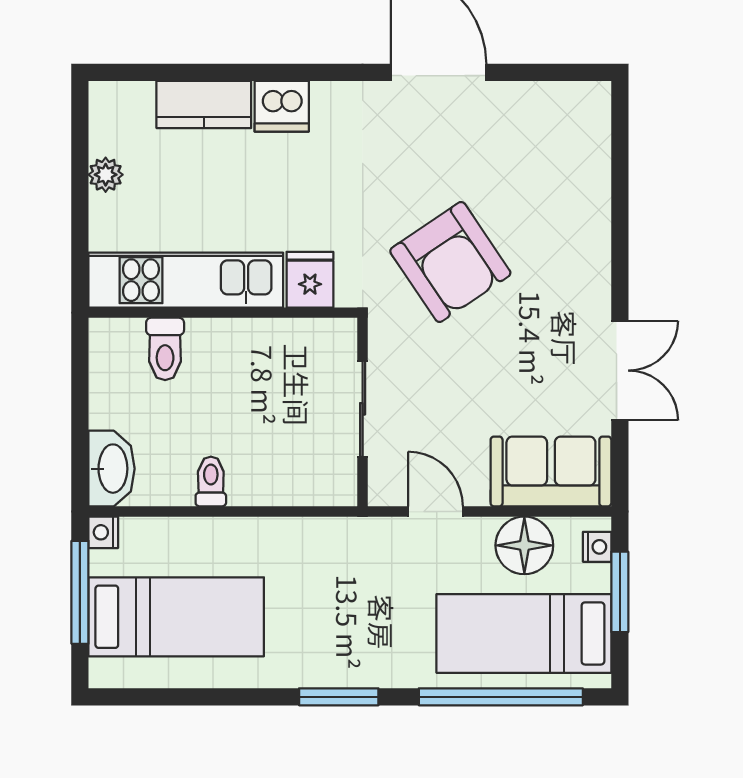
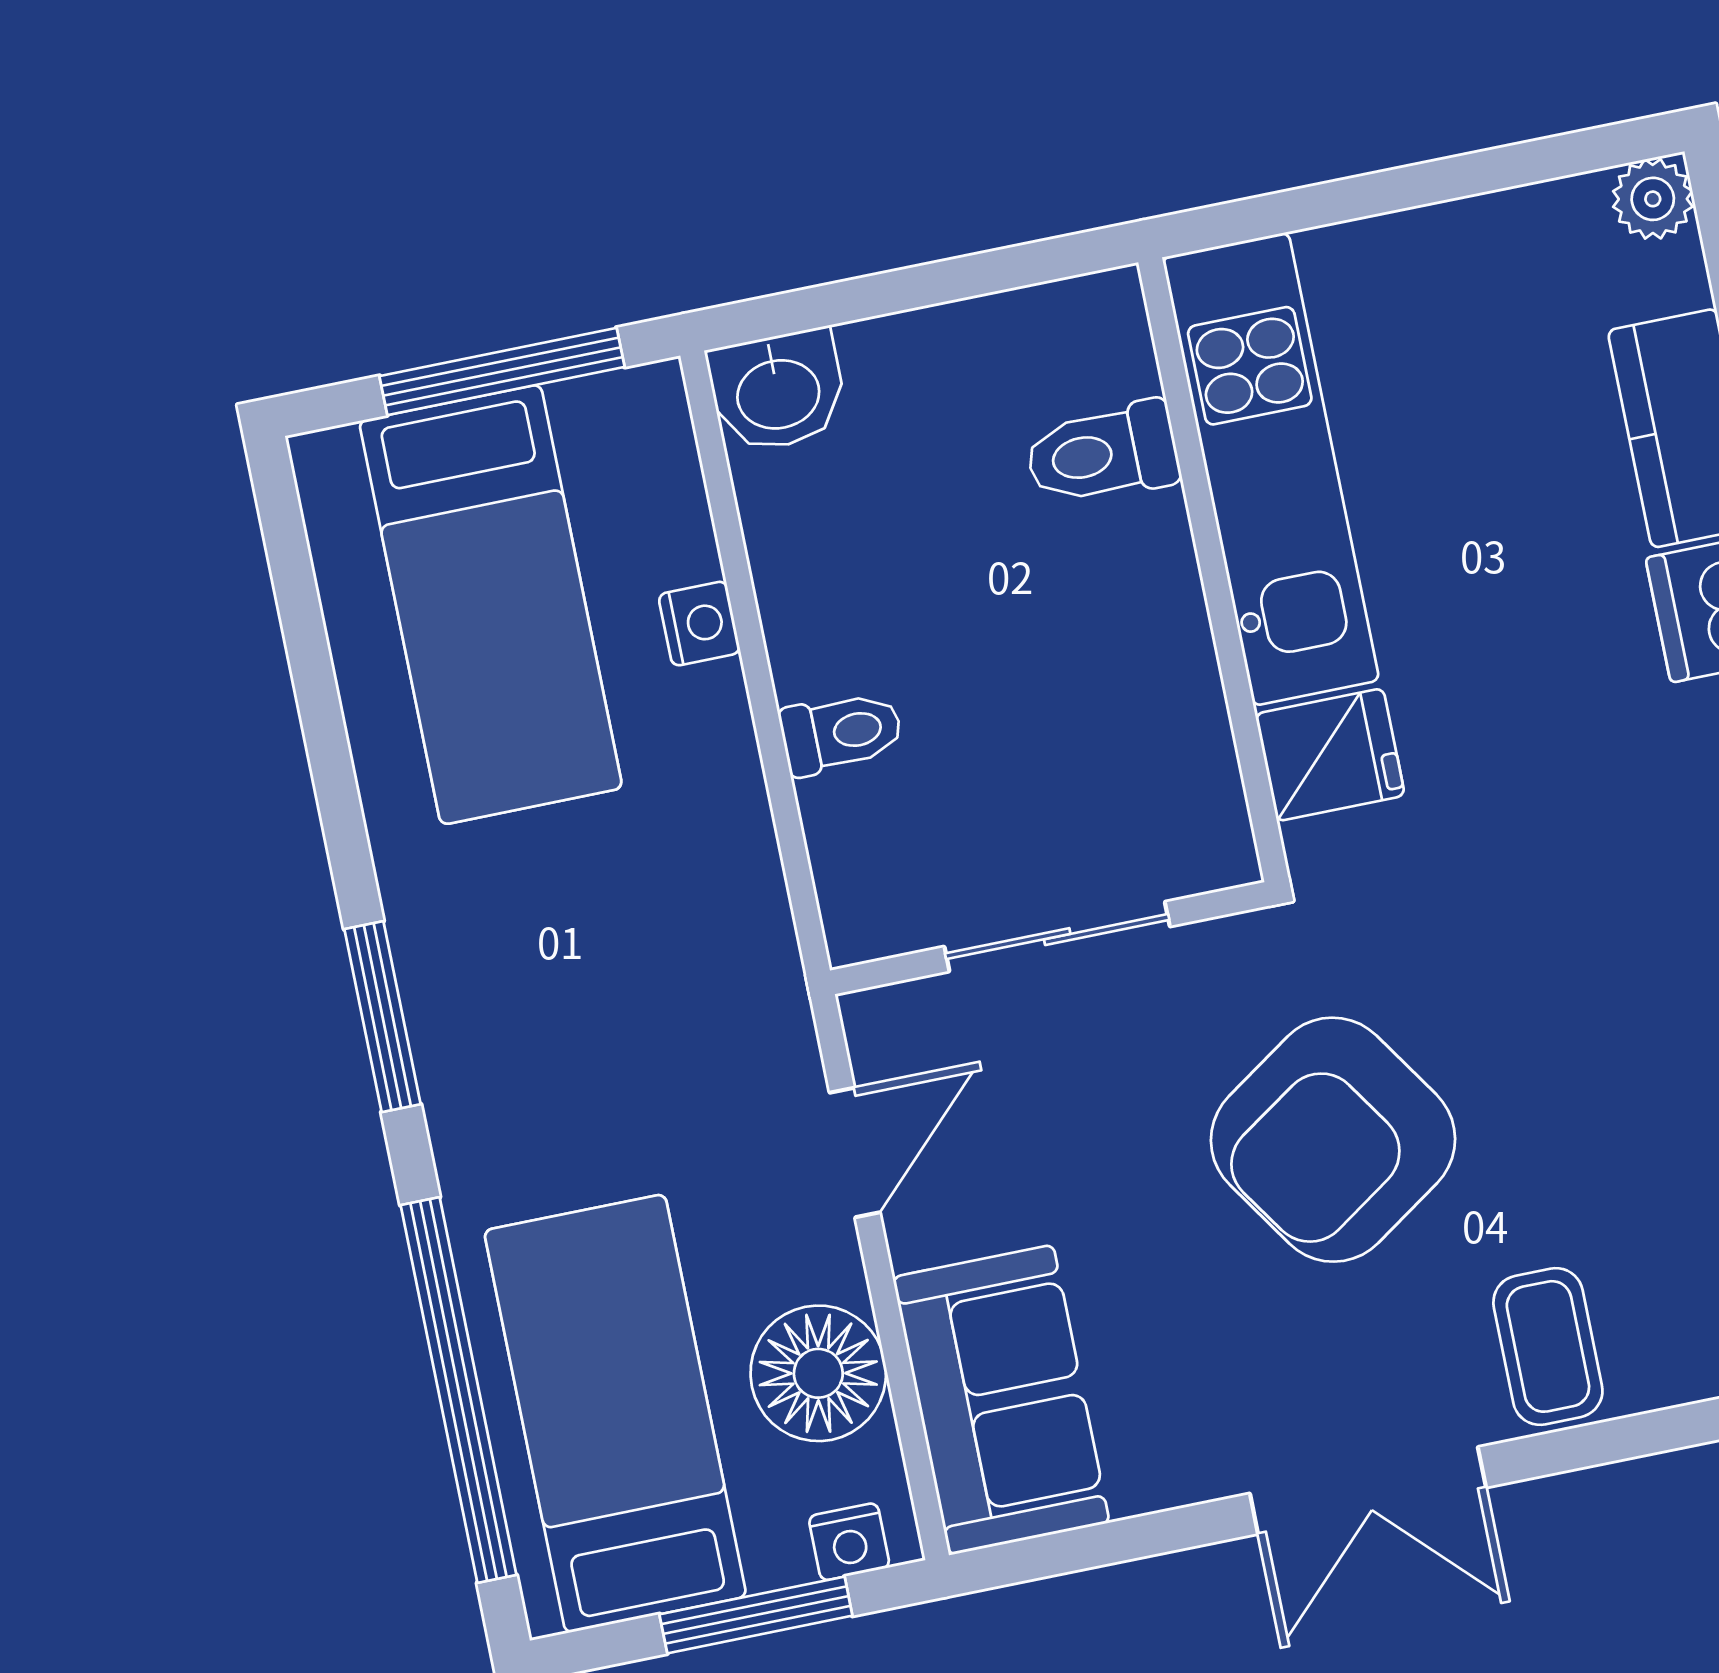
plant: (106, 175) -> (1653, 199), moved
coffee table: (575, 239) -> (1548, 1346), added
armchair: (450, 262) -> (1333, 1140), moved
double door: (620, 371) -> (1368, 1491), moved
washbasin: (112, 469) -> (778, 391), width x0.72
toilet: (211, 481) -> (841, 733), moved
nightstand: (103, 532) -> (699, 624), moved, turned 90

